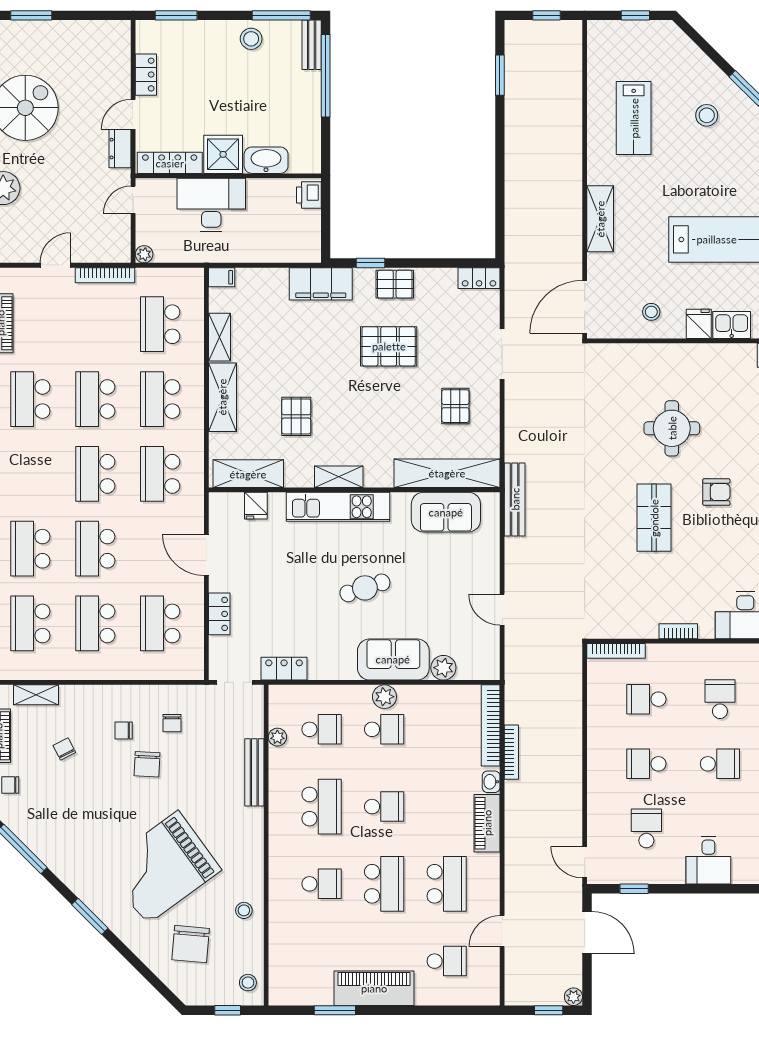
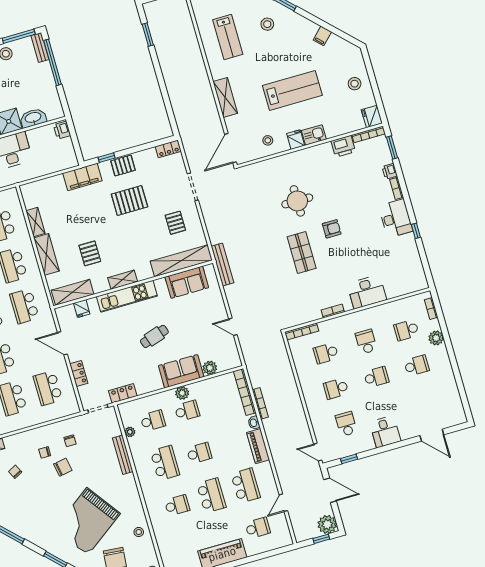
filing cabinet: (222, 277) -> (27, 189), removed
chair: (147, 764) -> (63, 467), turned -103
plant: (573, 997) -> (327, 524), width x1.87, depth x1.87

